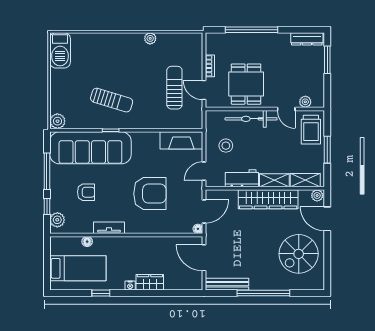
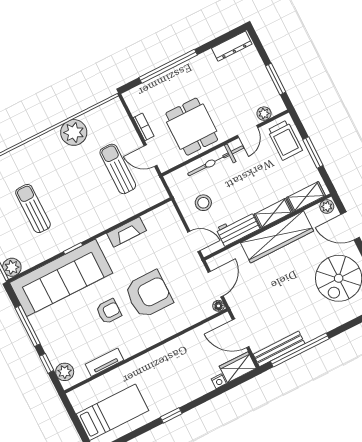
plant: (150, 38) -> (74, 132), width x1.88, depth x1.88
window: (327, 60) -> (276, 79), moved
sun lounger: (112, 100) -> (33, 209), moved, turned -107
door: (286, 109) -> (248, 131), hinge flipped
fireplace: (181, 140) -> (127, 232), moved, width x0.73, depth x0.76
door: (204, 171) -> (194, 241), swing flipped
armchair: (86, 192) -> (109, 311), moved
tv unit: (109, 228) -> (105, 362), moved
floor lamp: (87, 242) -> (108, 379), removed
wardrobe: (150, 282) -> (238, 367), moved
nightstand: (130, 286) -> (219, 381), moved
window: (101, 293) -> (171, 415), moved
window: (263, 293) -> (300, 350), moved

